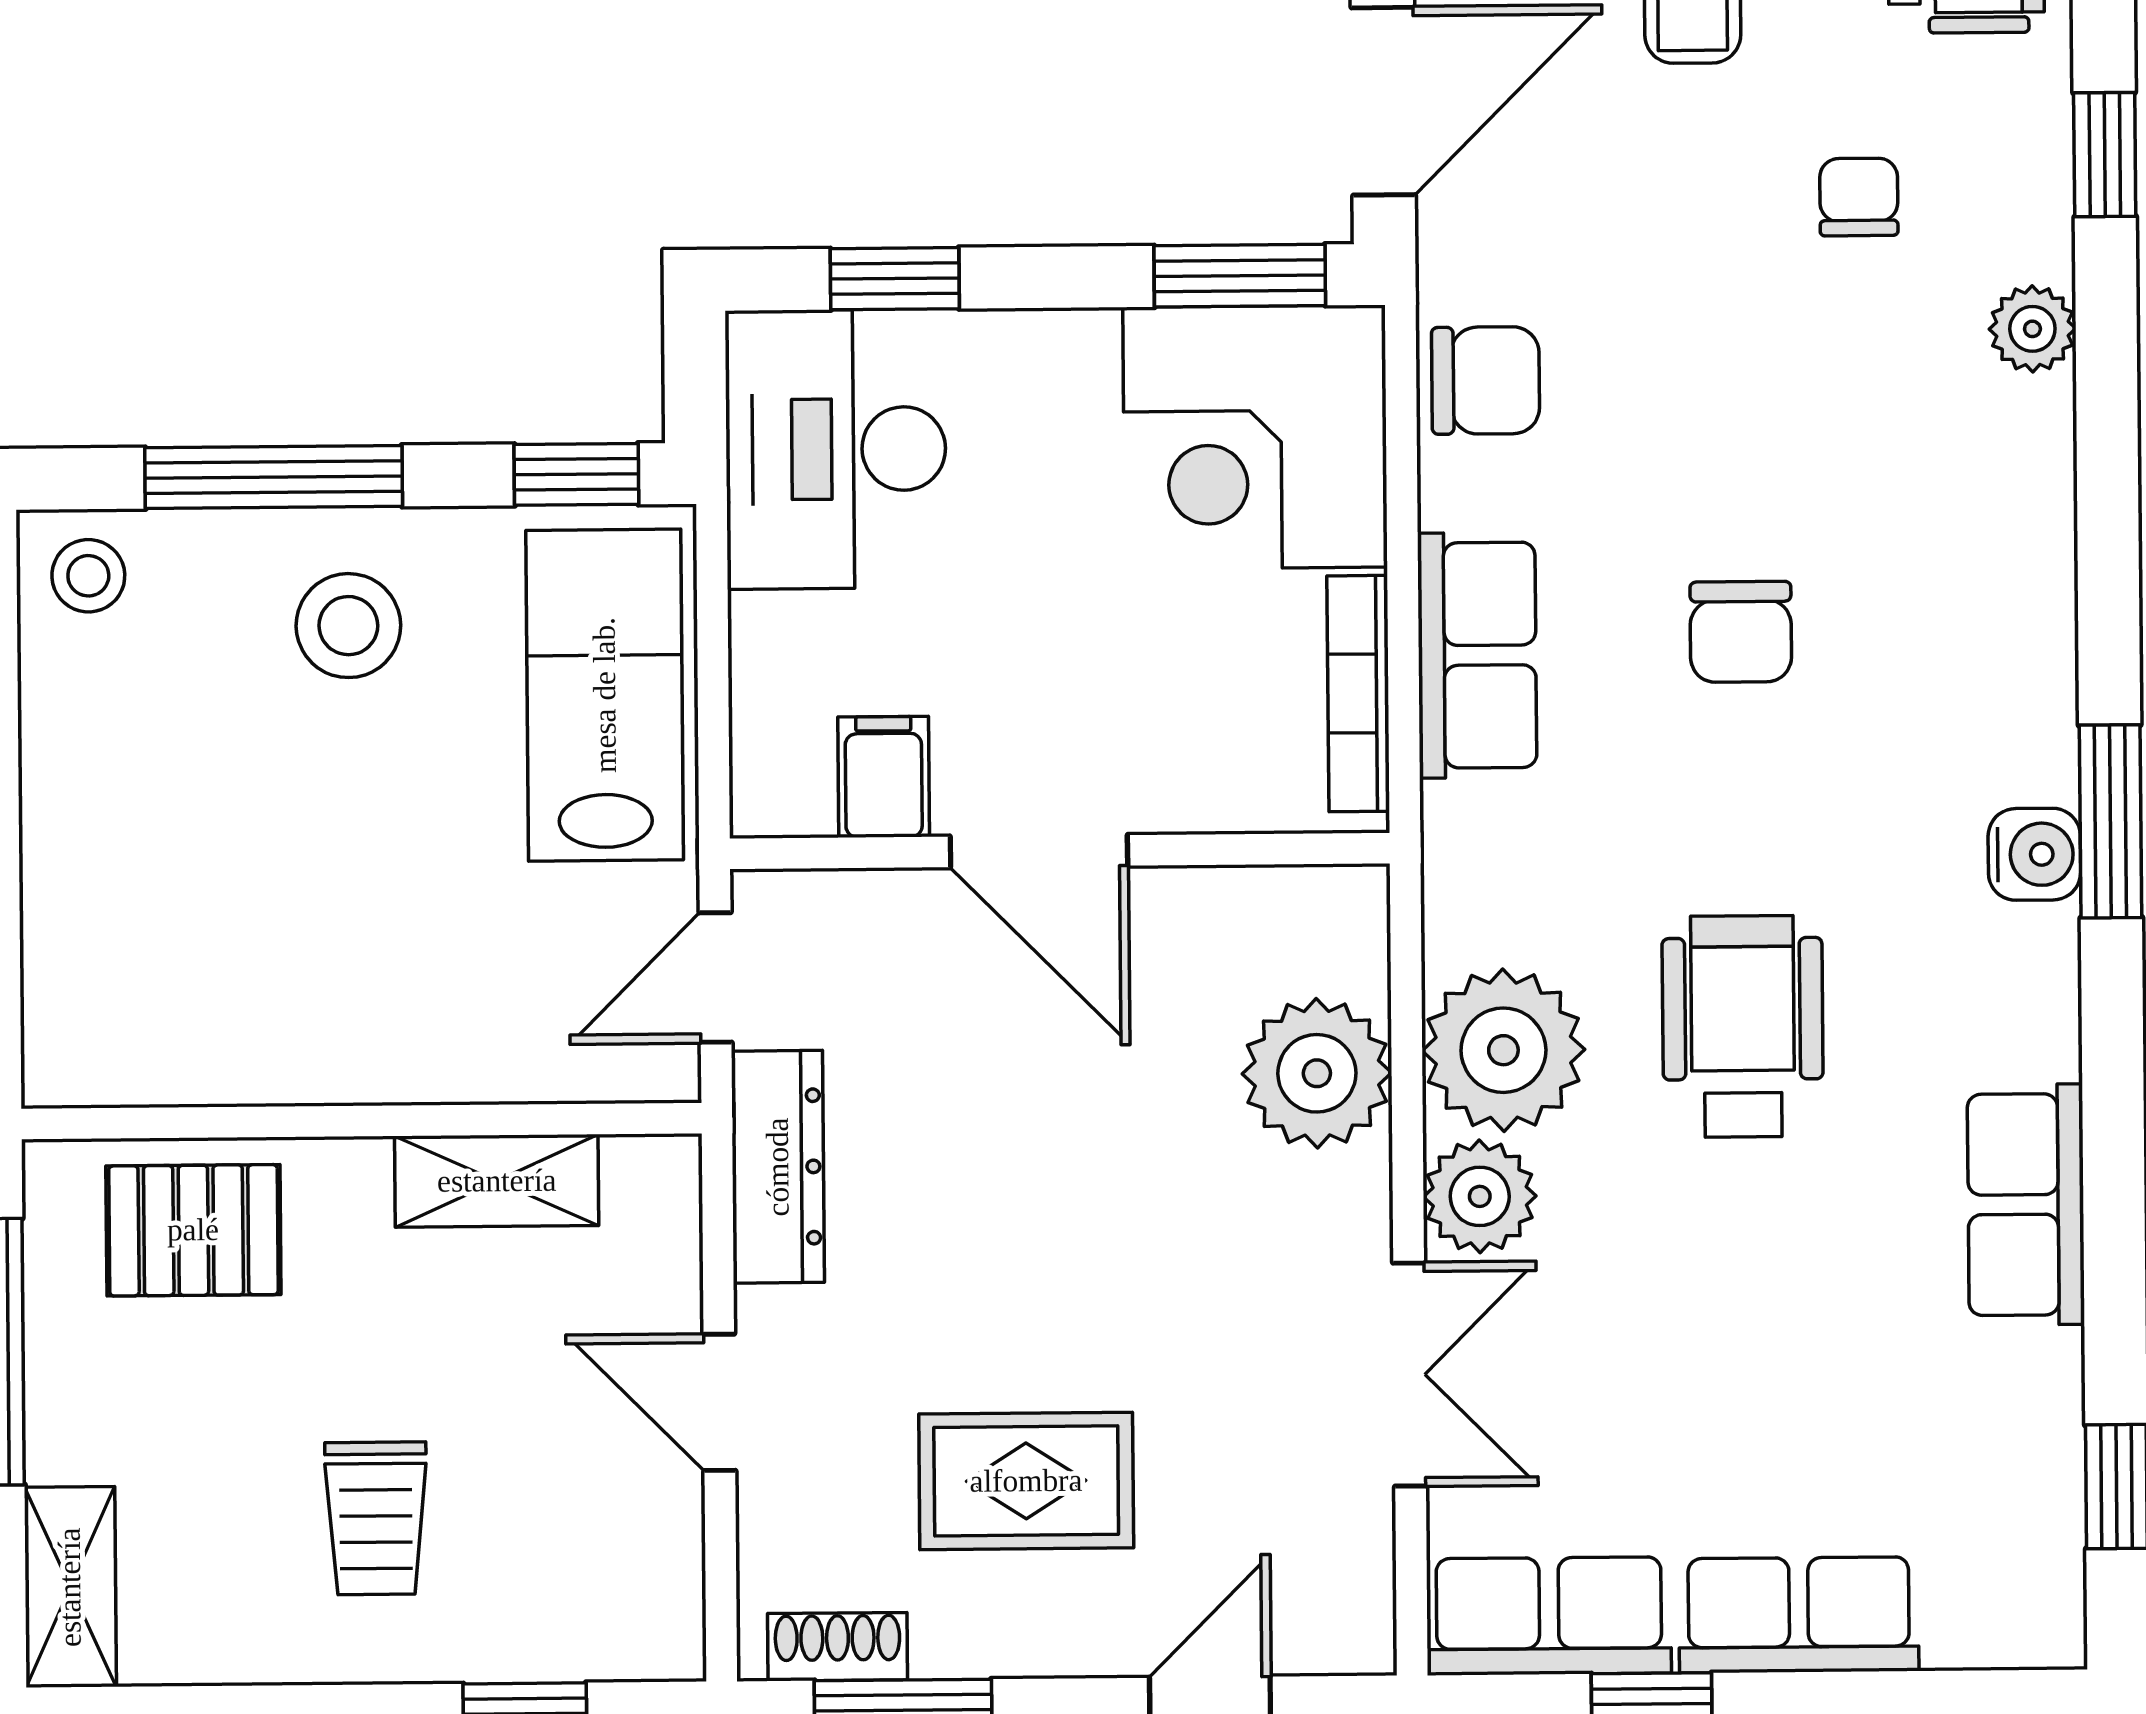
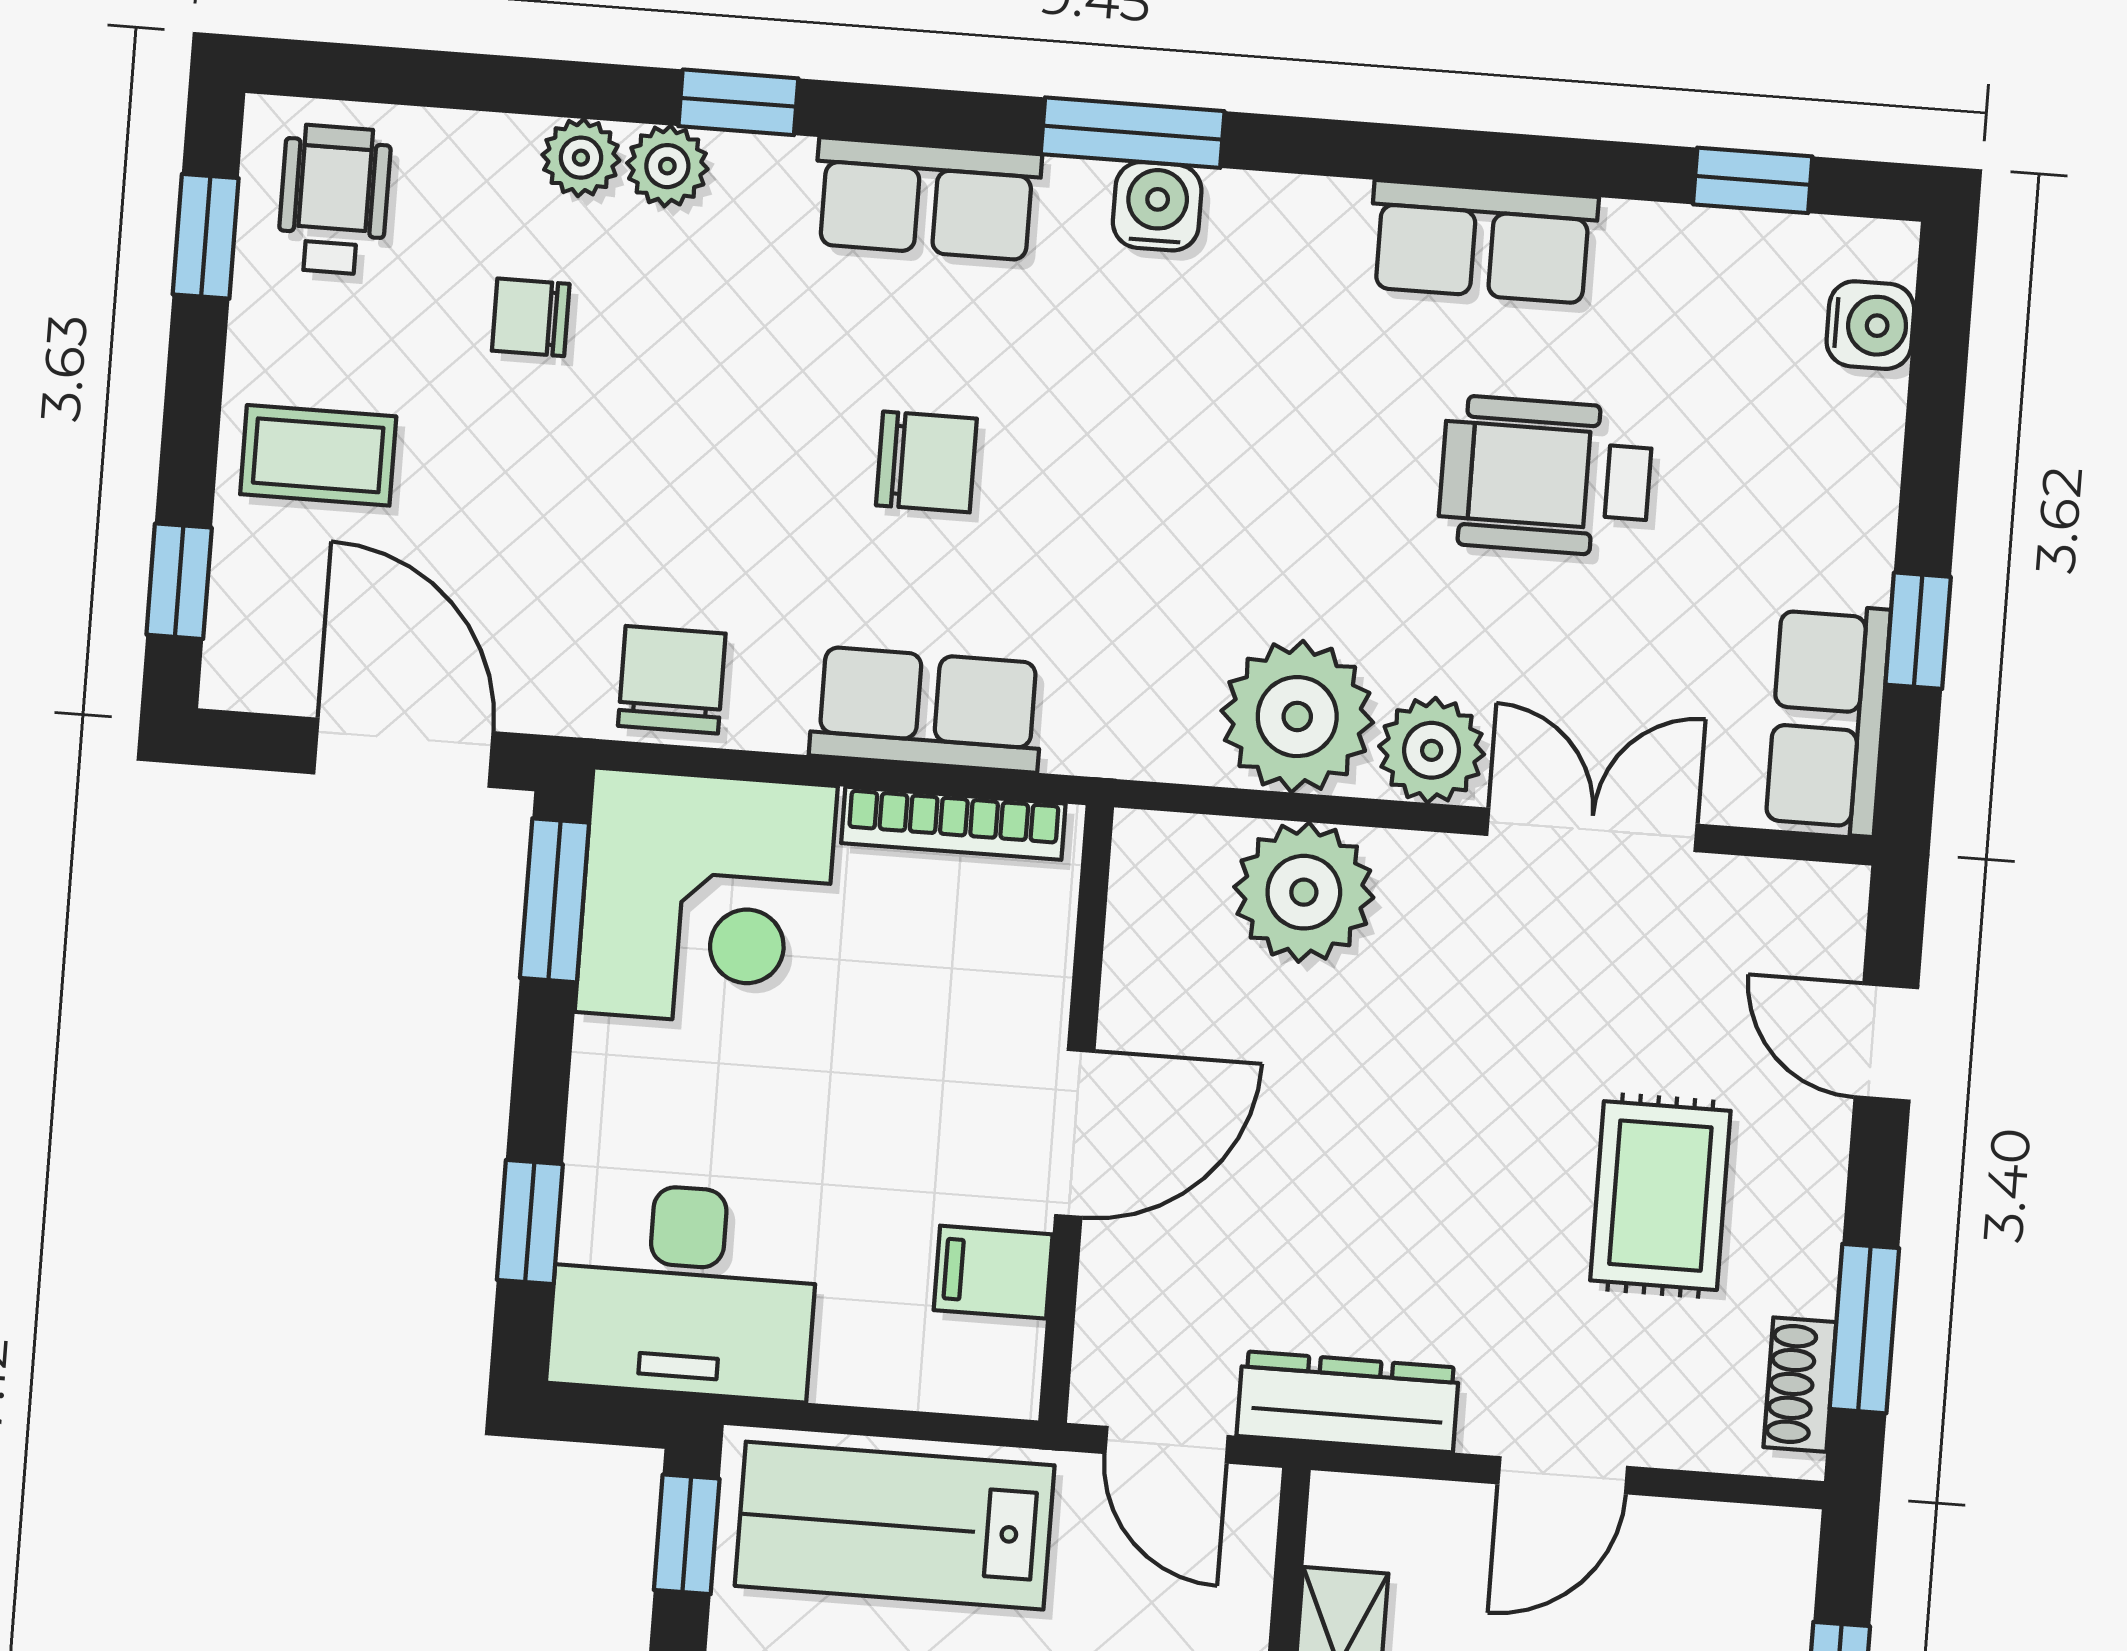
window: (2105, 155) -> (738, 102), moved
plant: (2034, 236) -> (581, 158), added
wheelchair: (1743, 1026) -> (1546, 476), moved
row of seats: (1799, 1615) -> (927, 199), moved, turned -90
water cooler: (1973, 1625) -> (1870, 325), added

